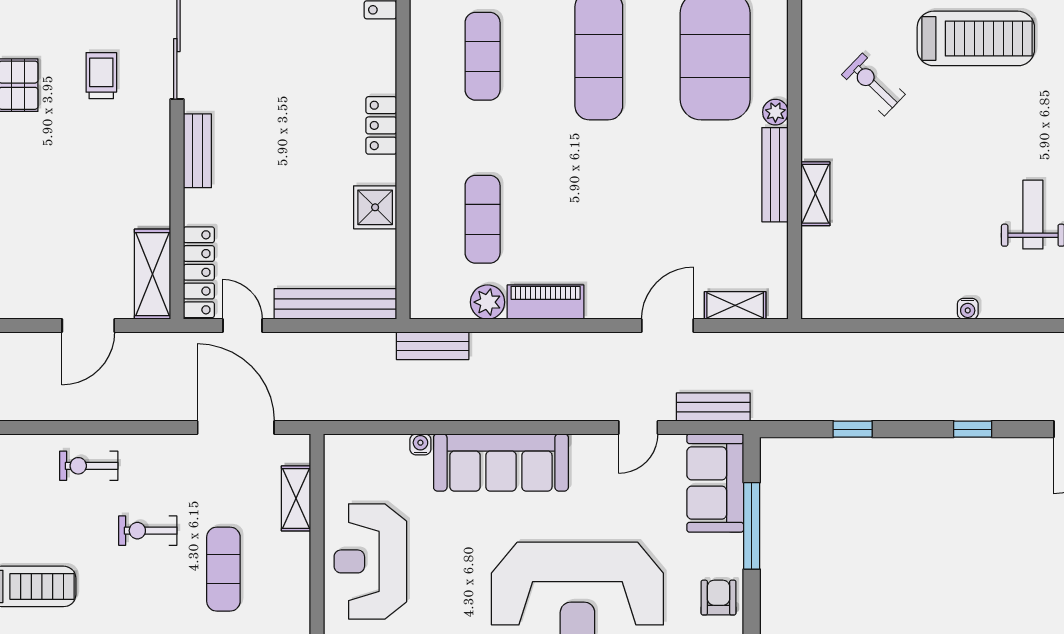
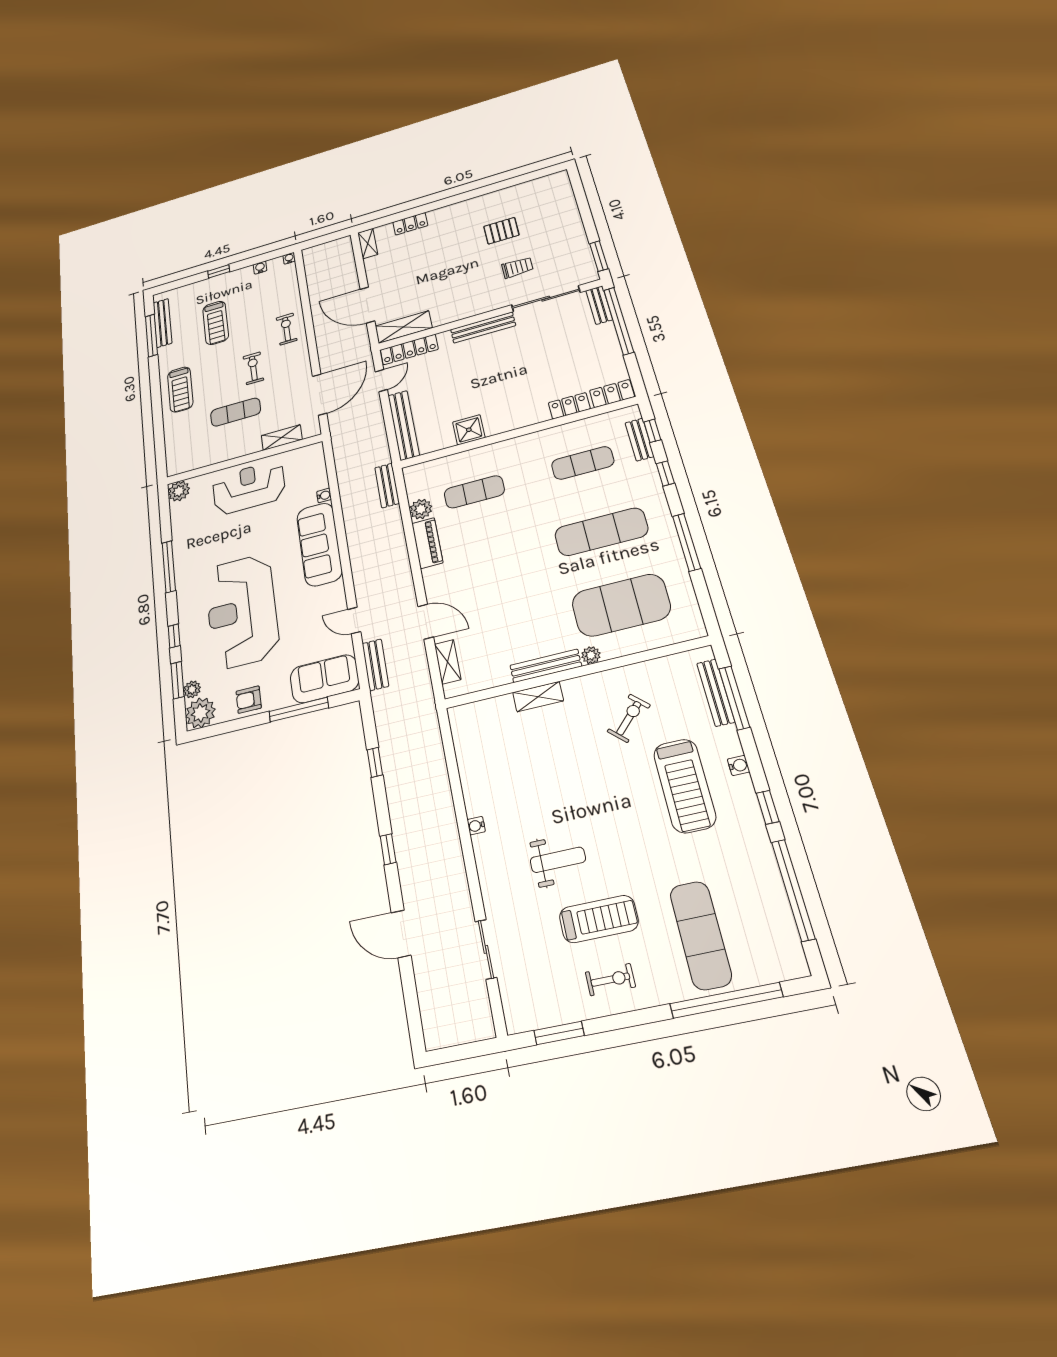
locker: (381, 125) -> (569, 406), moved
bench: (197, 151) -> (483, 328), width x1.36
door: (88, 326) -> (367, 305), width x1.36
armchair: (719, 598) -> (249, 700), turned 180

